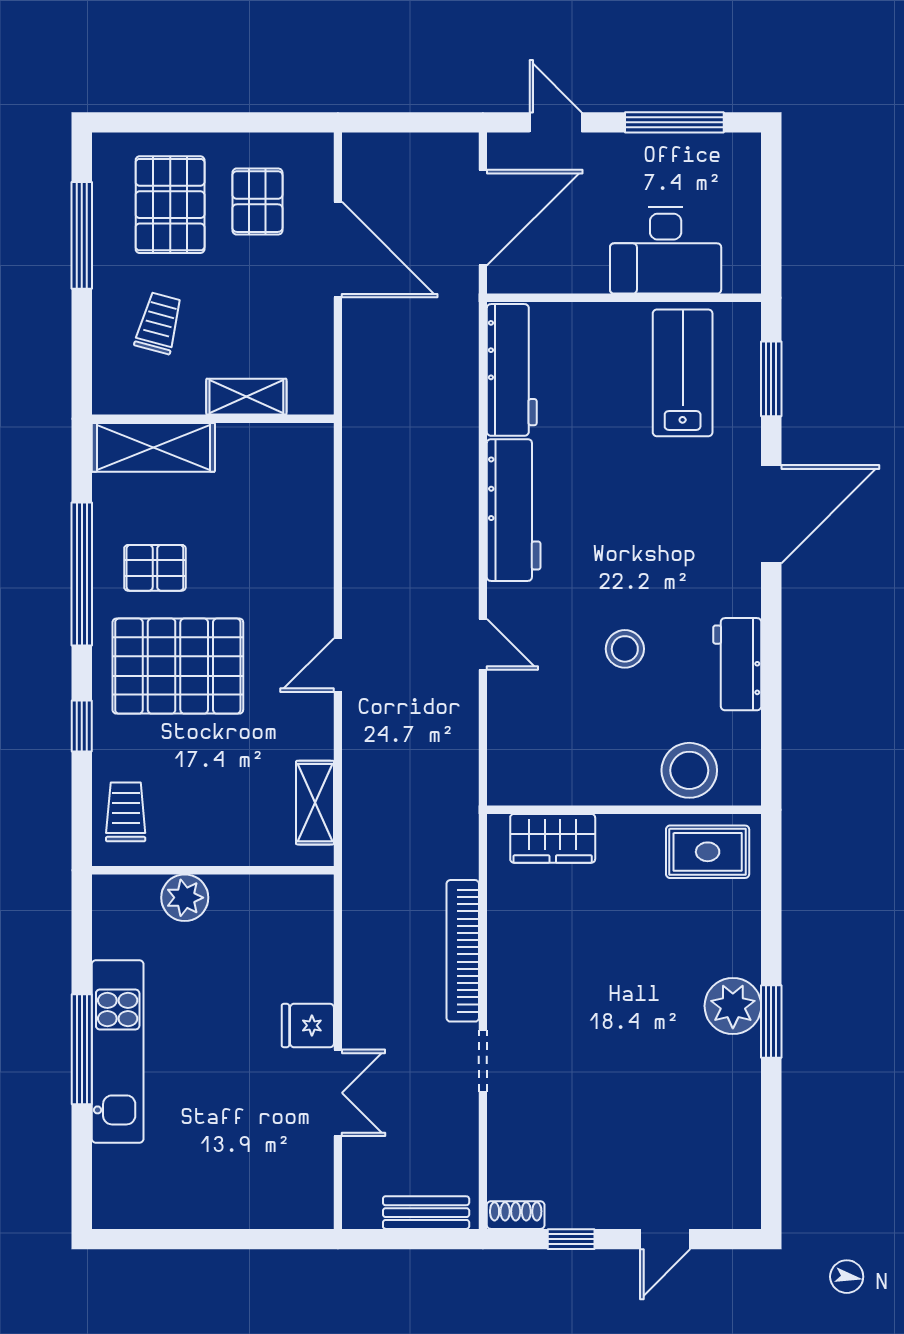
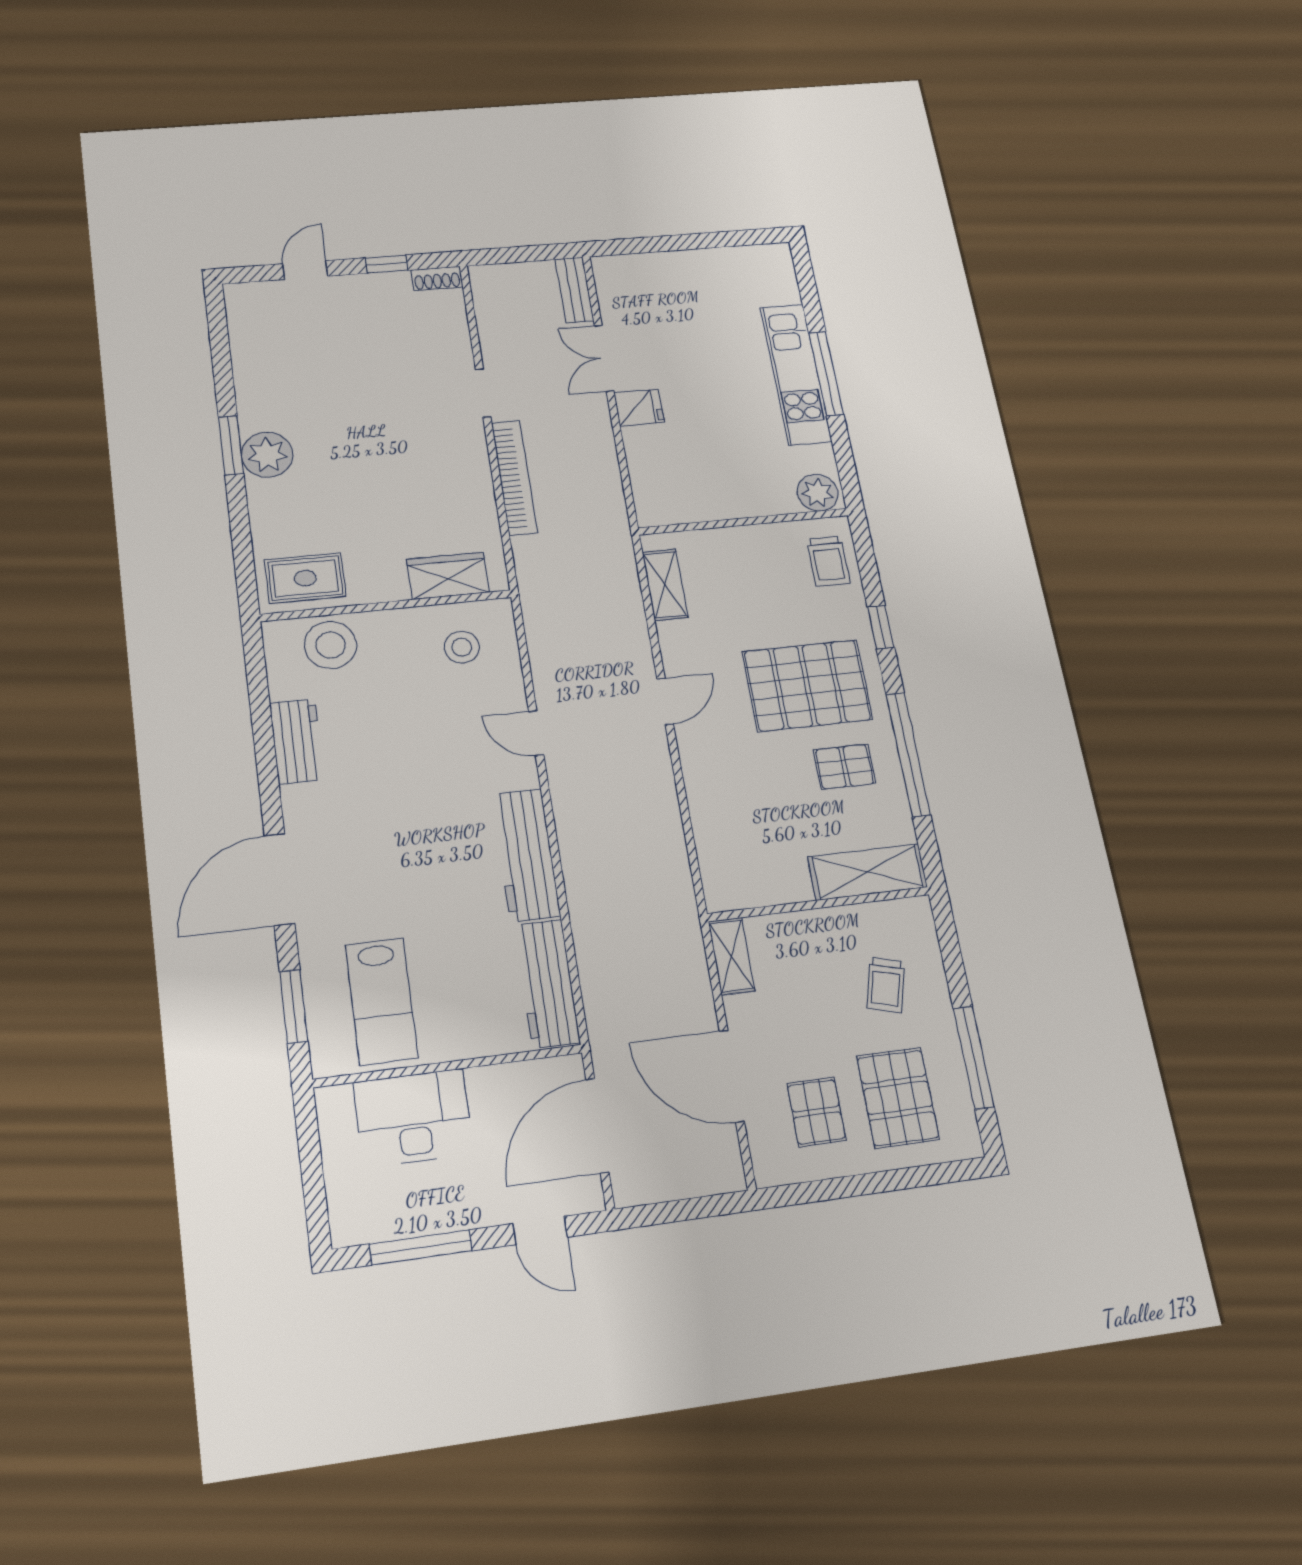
shelving: (246, 397) -> (731, 956), moved, turned 90
stool: (625, 649) -> (462, 647), moved
plant: (185, 898) -> (818, 493), moved
bench: (426, 1213) -> (574, 290), moved, turned 90

